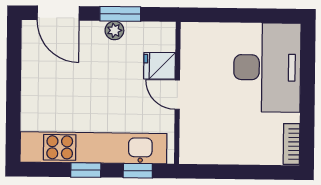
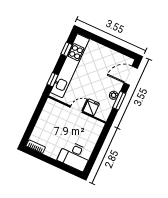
desk: (267, 67) -> (75, 156), width x0.73, depth x0.77
window: (86, 170) -> (66, 49), moved

